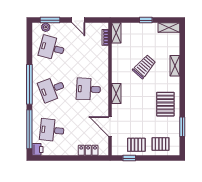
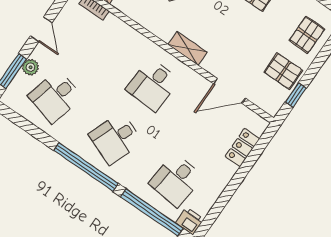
door: (78, 20) -> (41, 29), hinge flipped
plant: (46, 27) -> (30, 67), moved
desk: (52, 89) -> (116, 138), turned 42
pallet: (136, 145) -> (283, 71), turned 90

